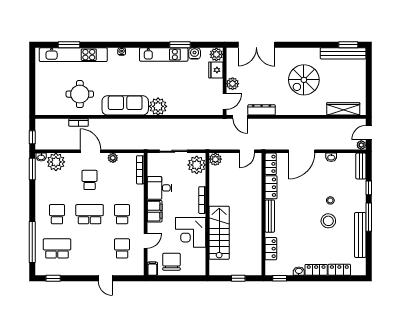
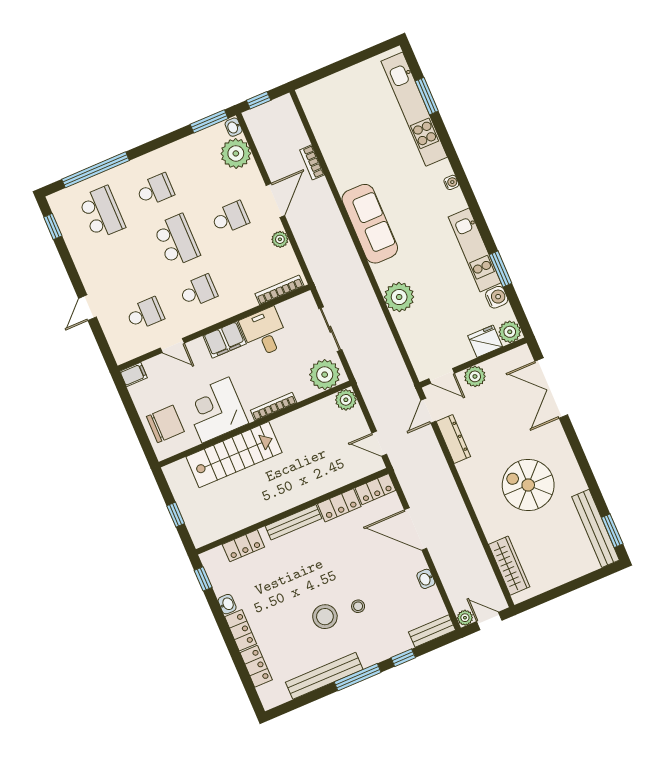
round table: (80, 94) -> (357, 146), removed
plant: (158, 106) -> (399, 297), moved
chair: (171, 262) -> (165, 424), moved

